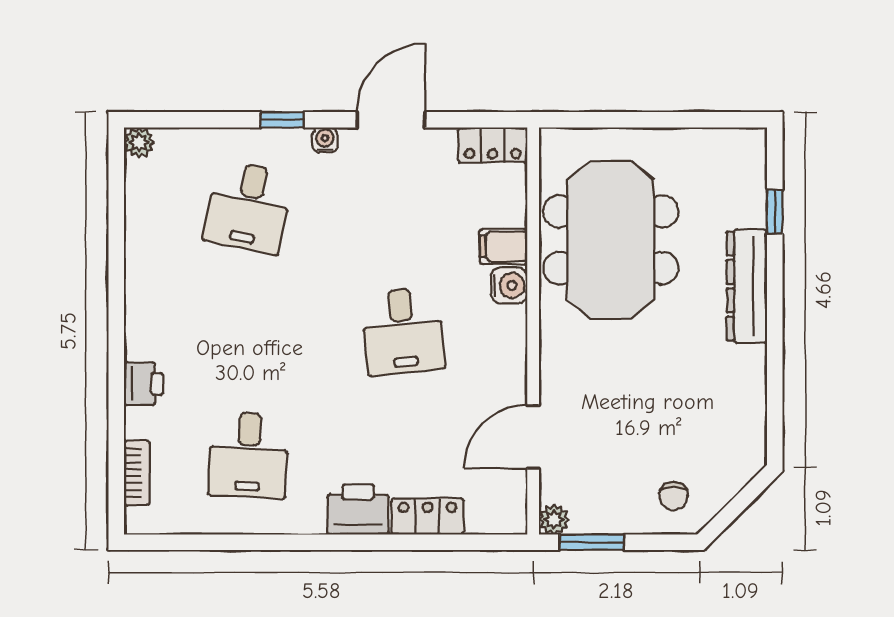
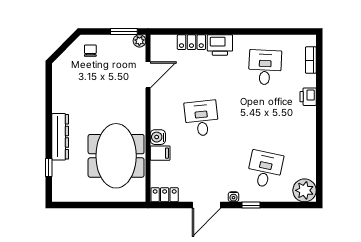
plant: (139, 142) -> (305, 190), width x1.87, depth x1.87

